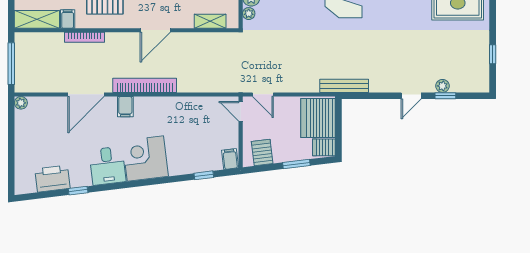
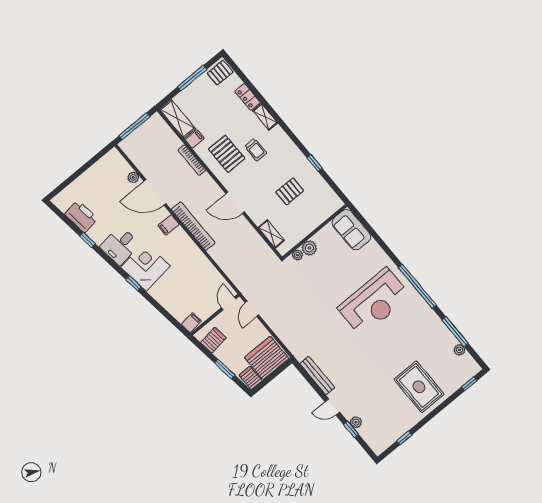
bench: (344, 86) -> (317, 376), moved
plant: (21, 103) -> (133, 177), moved
window: (204, 175) -> (134, 283), moved

